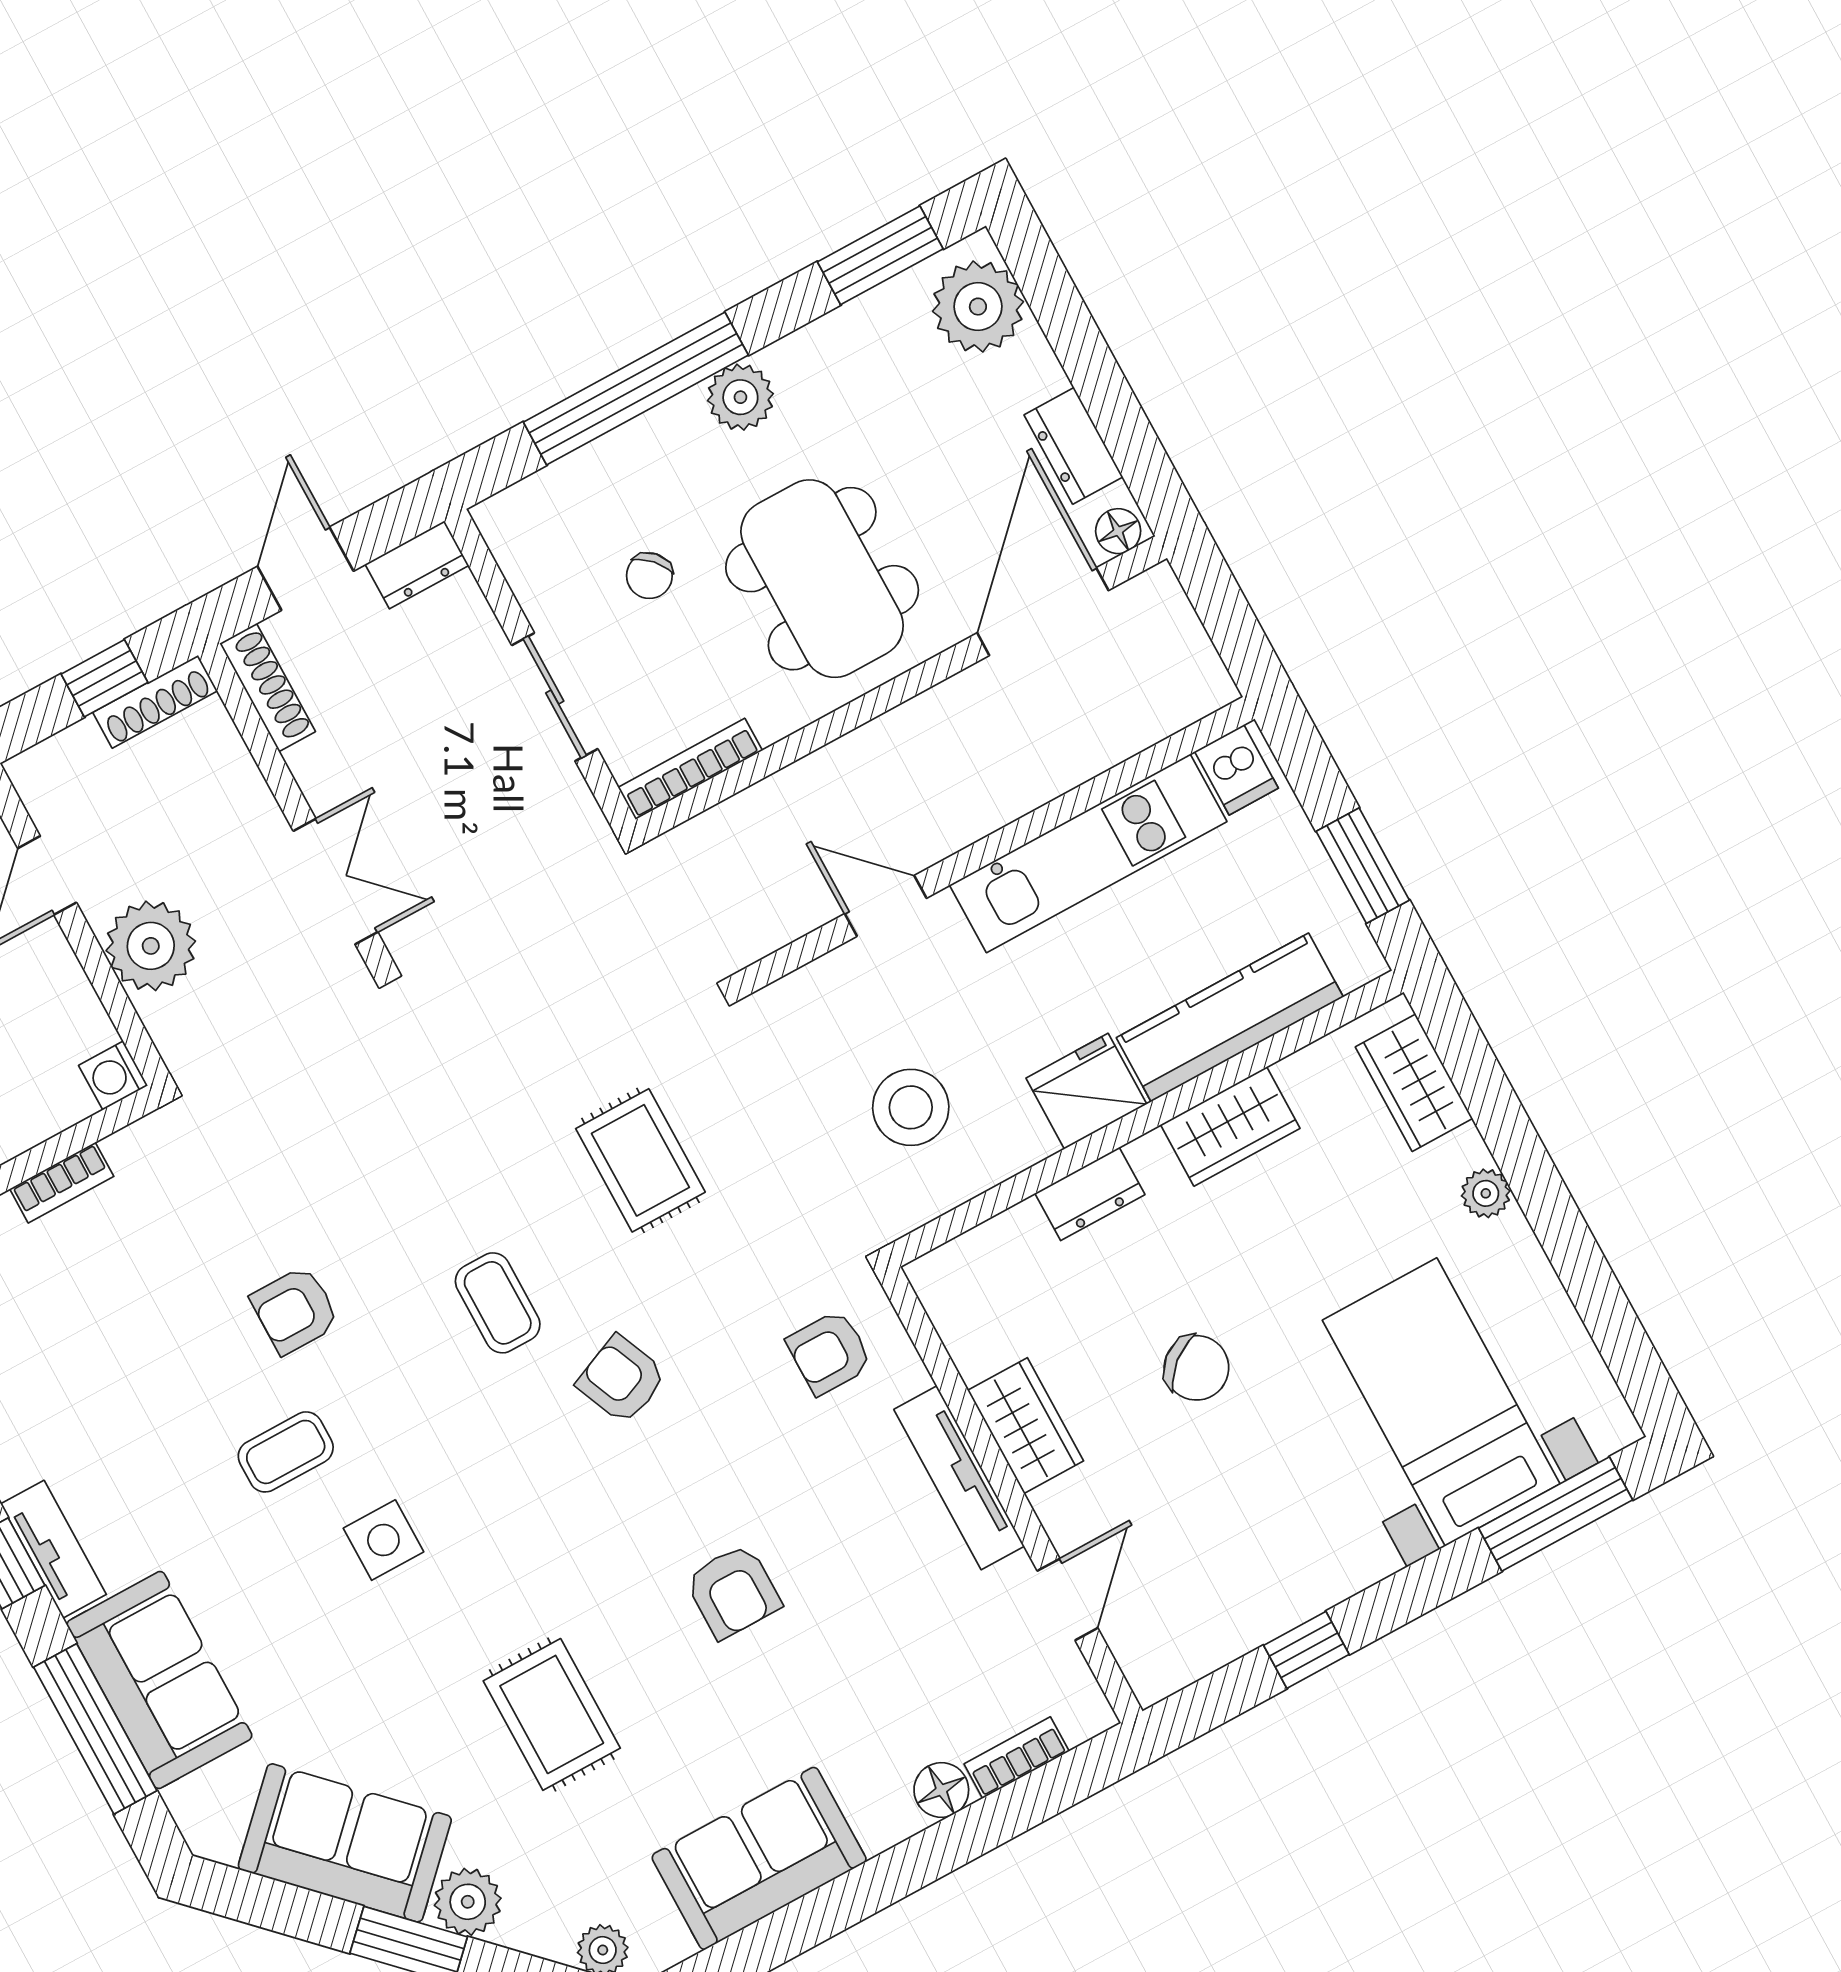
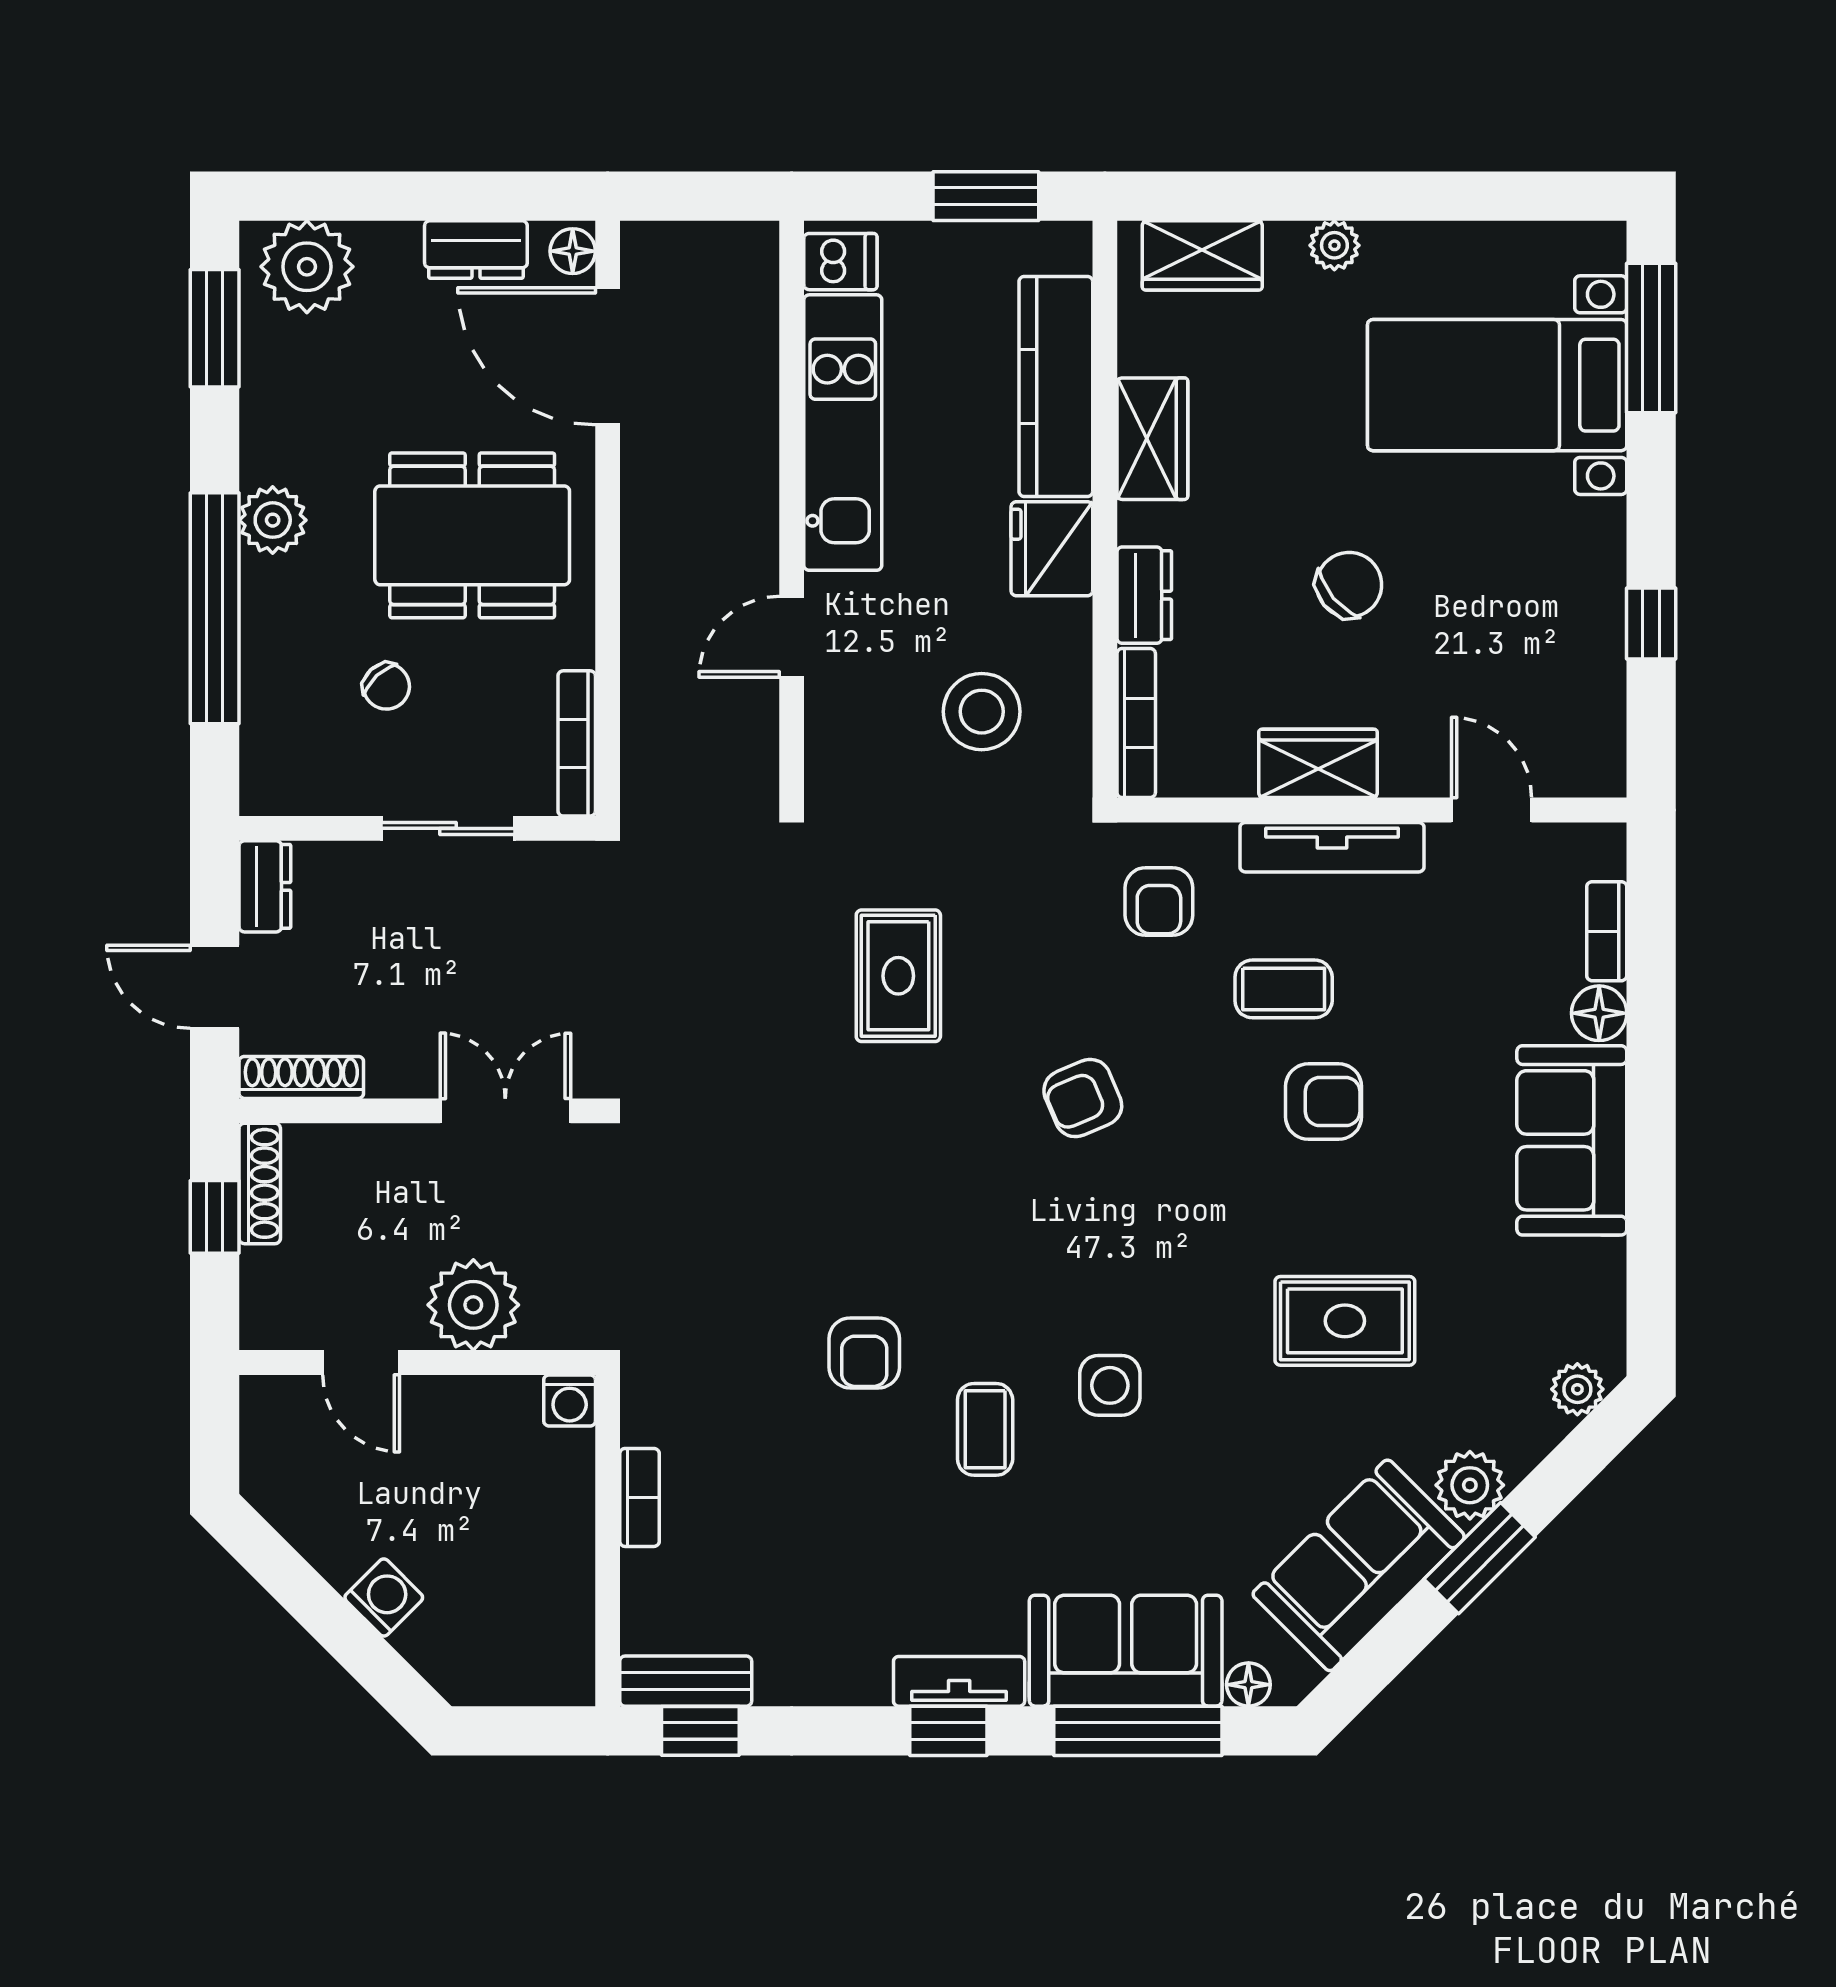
rug: (640, 1160) -> (898, 976), turned 90
bookcase: (974, 1248) -> (1136, 723), added
coffee table: (498, 1303) -> (1284, 989), moved
floor lamp: (188, 1803) -> (1248, 1685), added
sofa: (759, 1858) -> (1572, 1140), moved

